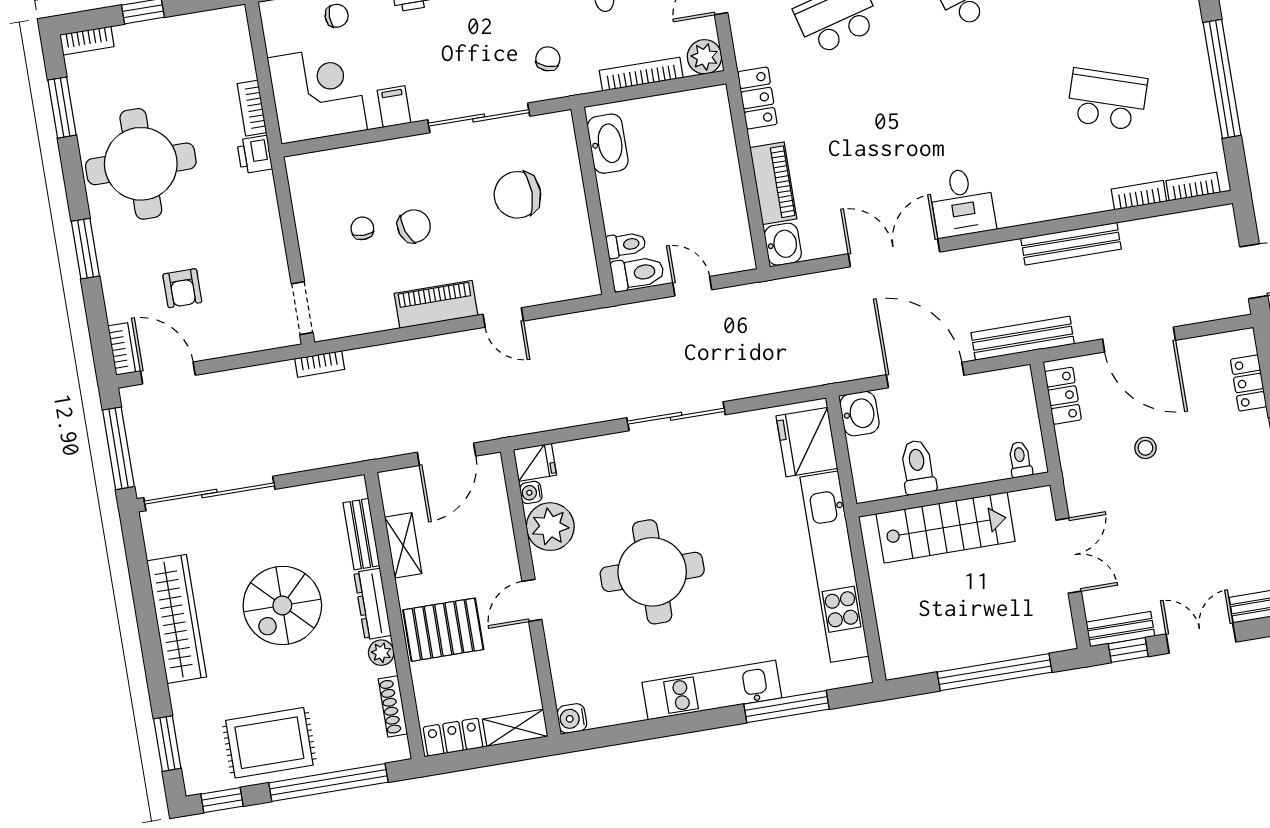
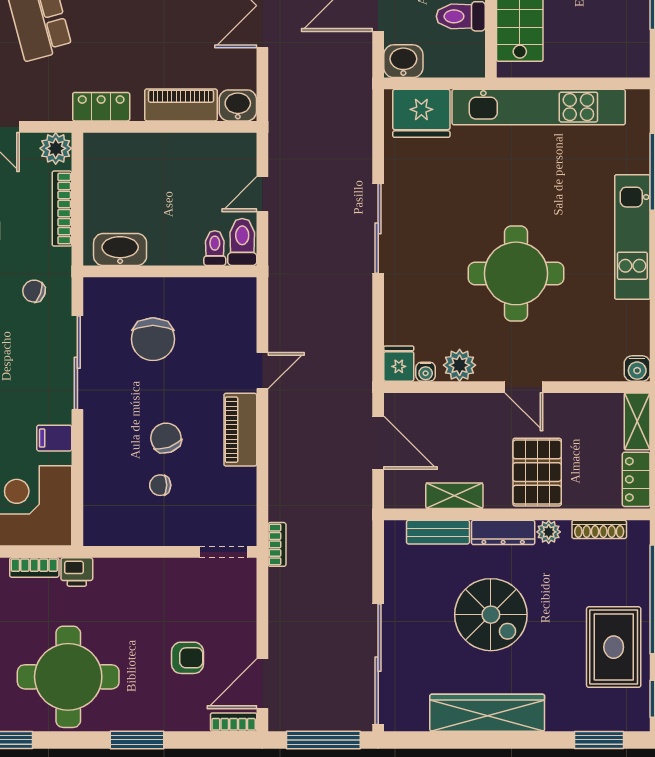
plant: (550, 527) -> (460, 365), width x0.73, depth x0.73

